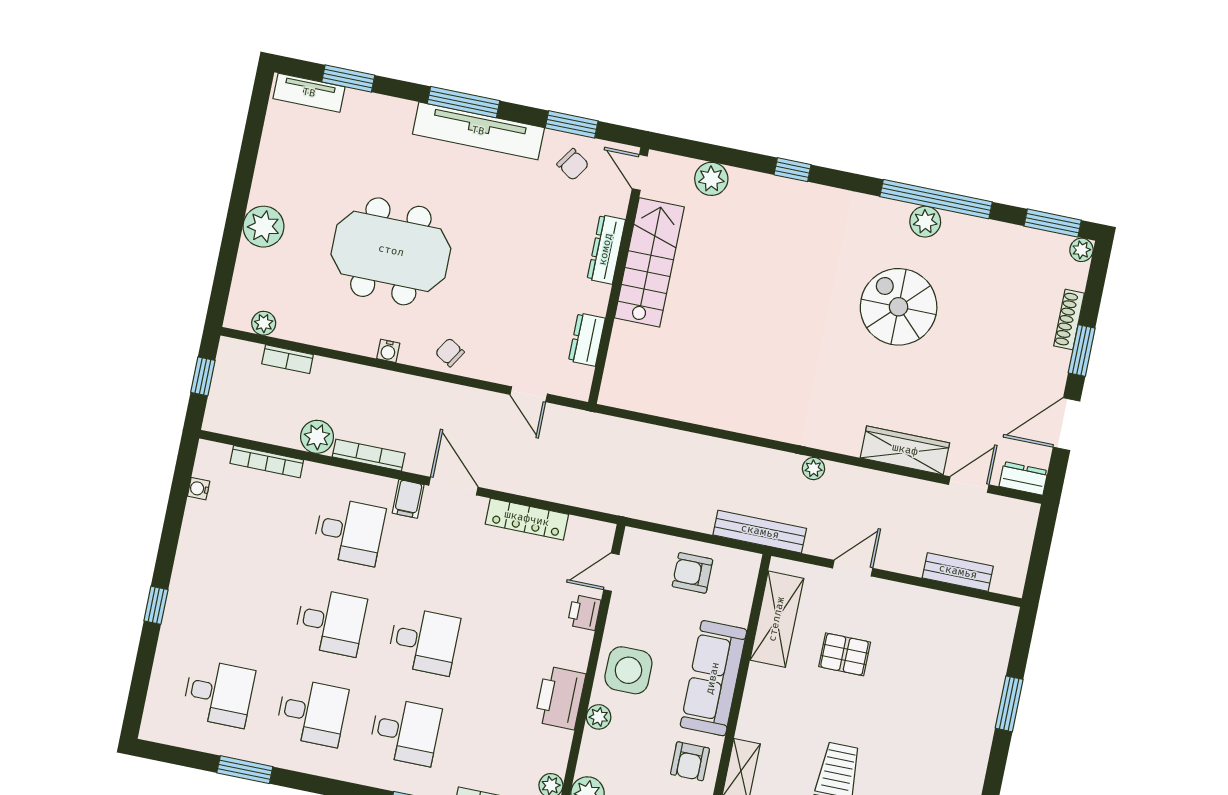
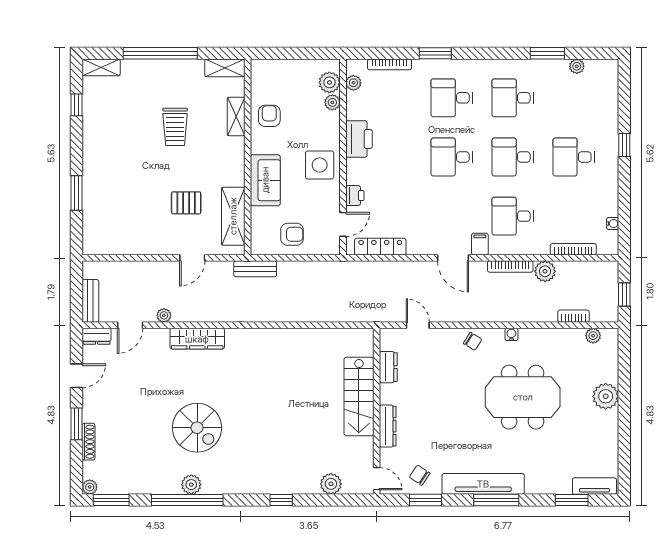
stairs: (649, 262) -> (359, 396), moved
door: (1067, 424) -> (77, 376), width x0.73
wardrobe: (905, 450) -> (197, 339), moved
plant: (813, 469) -> (164, 315), moved
locker: (527, 519) -> (380, 247), moved
bench: (760, 532) -> (255, 269), width x0.73
bench: (958, 572) -> (90, 301), moved, turned 90
sofa: (713, 678) -> (265, 180), width x0.73
desk: (219, 693) -> (574, 157), moved
plant: (599, 717) -> (332, 102), moved
plant: (204, 741) -> (577, 66), added

